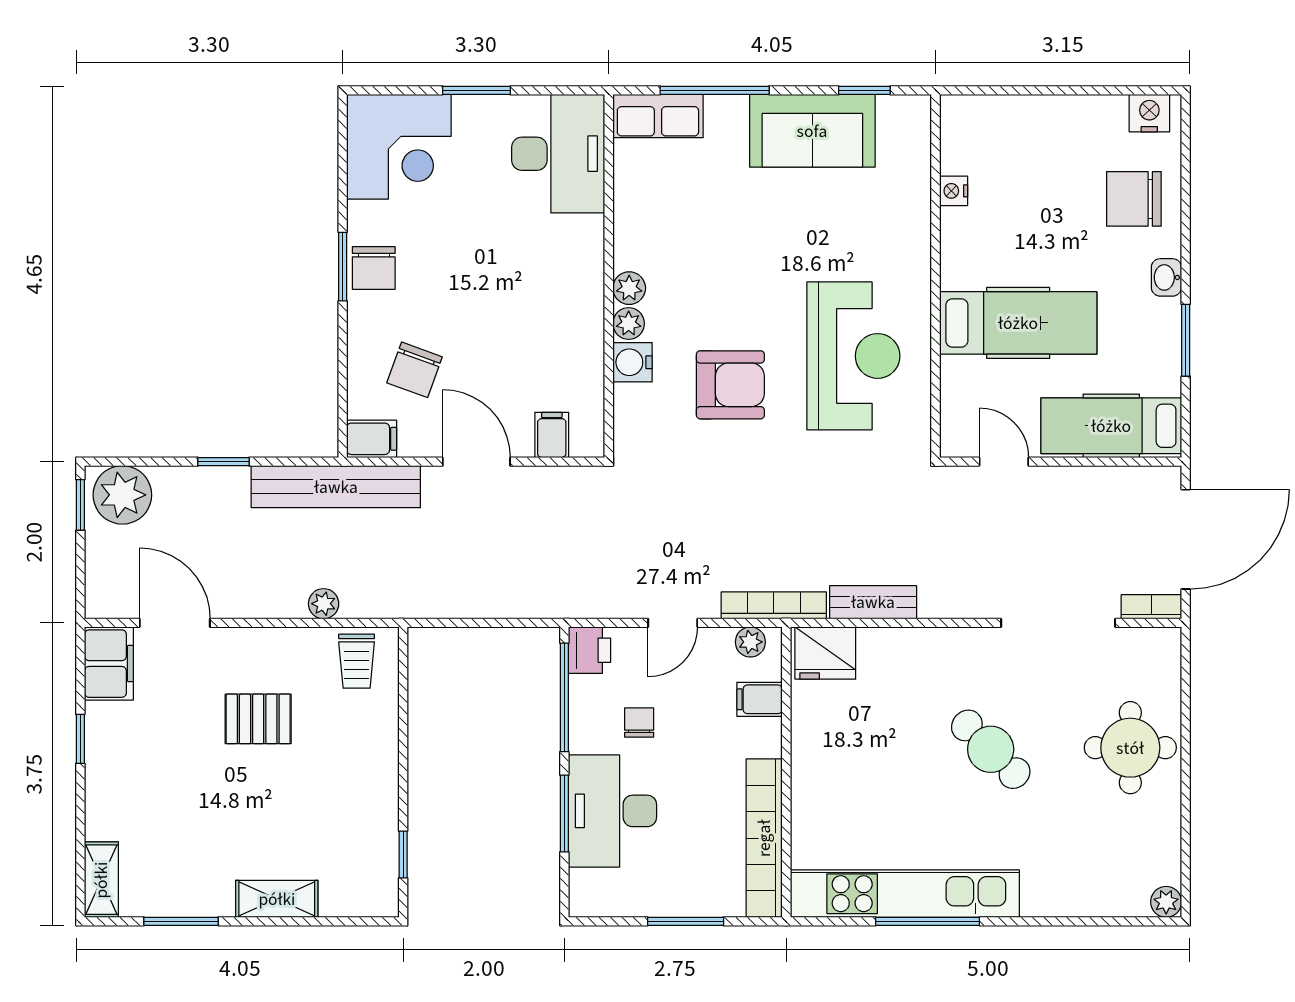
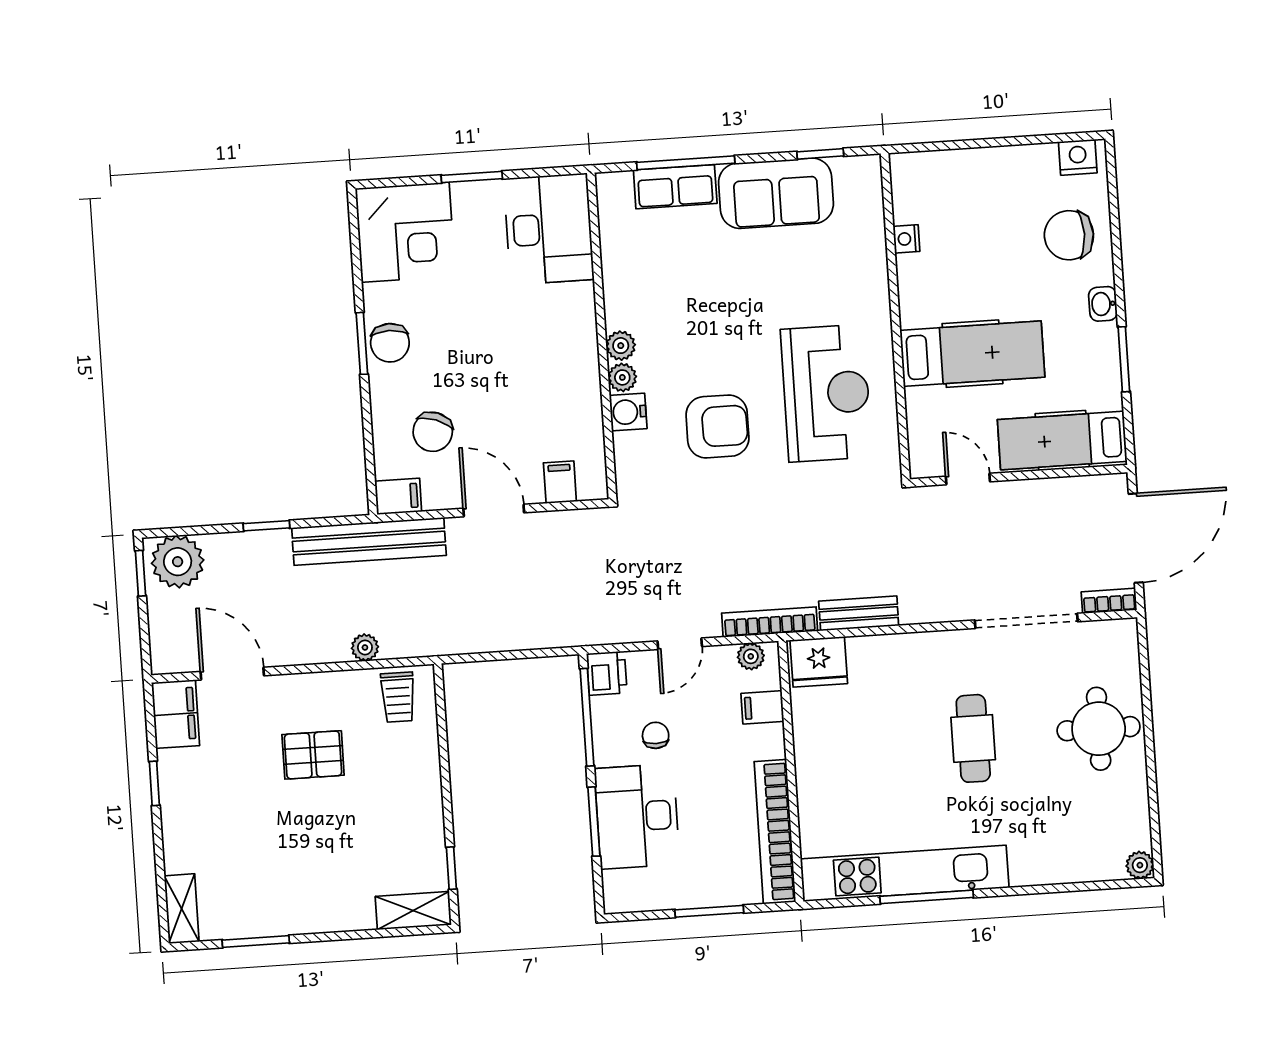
row of seats: (658, 116) -> (675, 187), moved
cafe table: (991, 749) -> (973, 738), turned 45
shelving: (277, 899) -> (413, 911), moved

